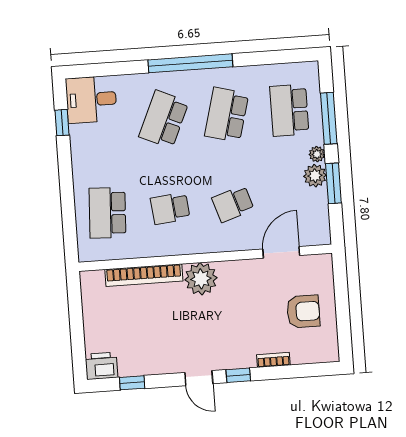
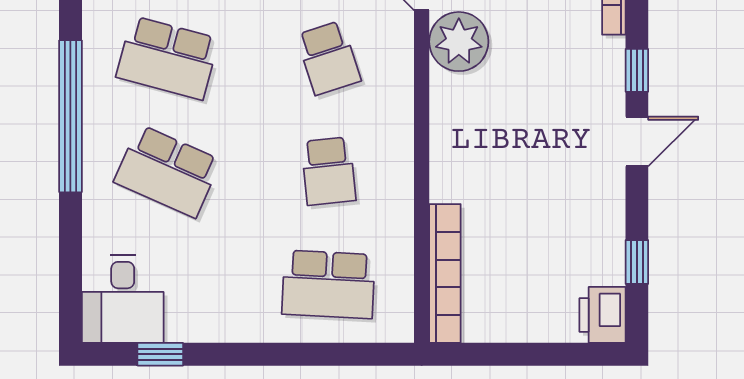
bookcase: (144, 275) -> (445, 274), moved
plant: (201, 279) -> (459, 42), moved

